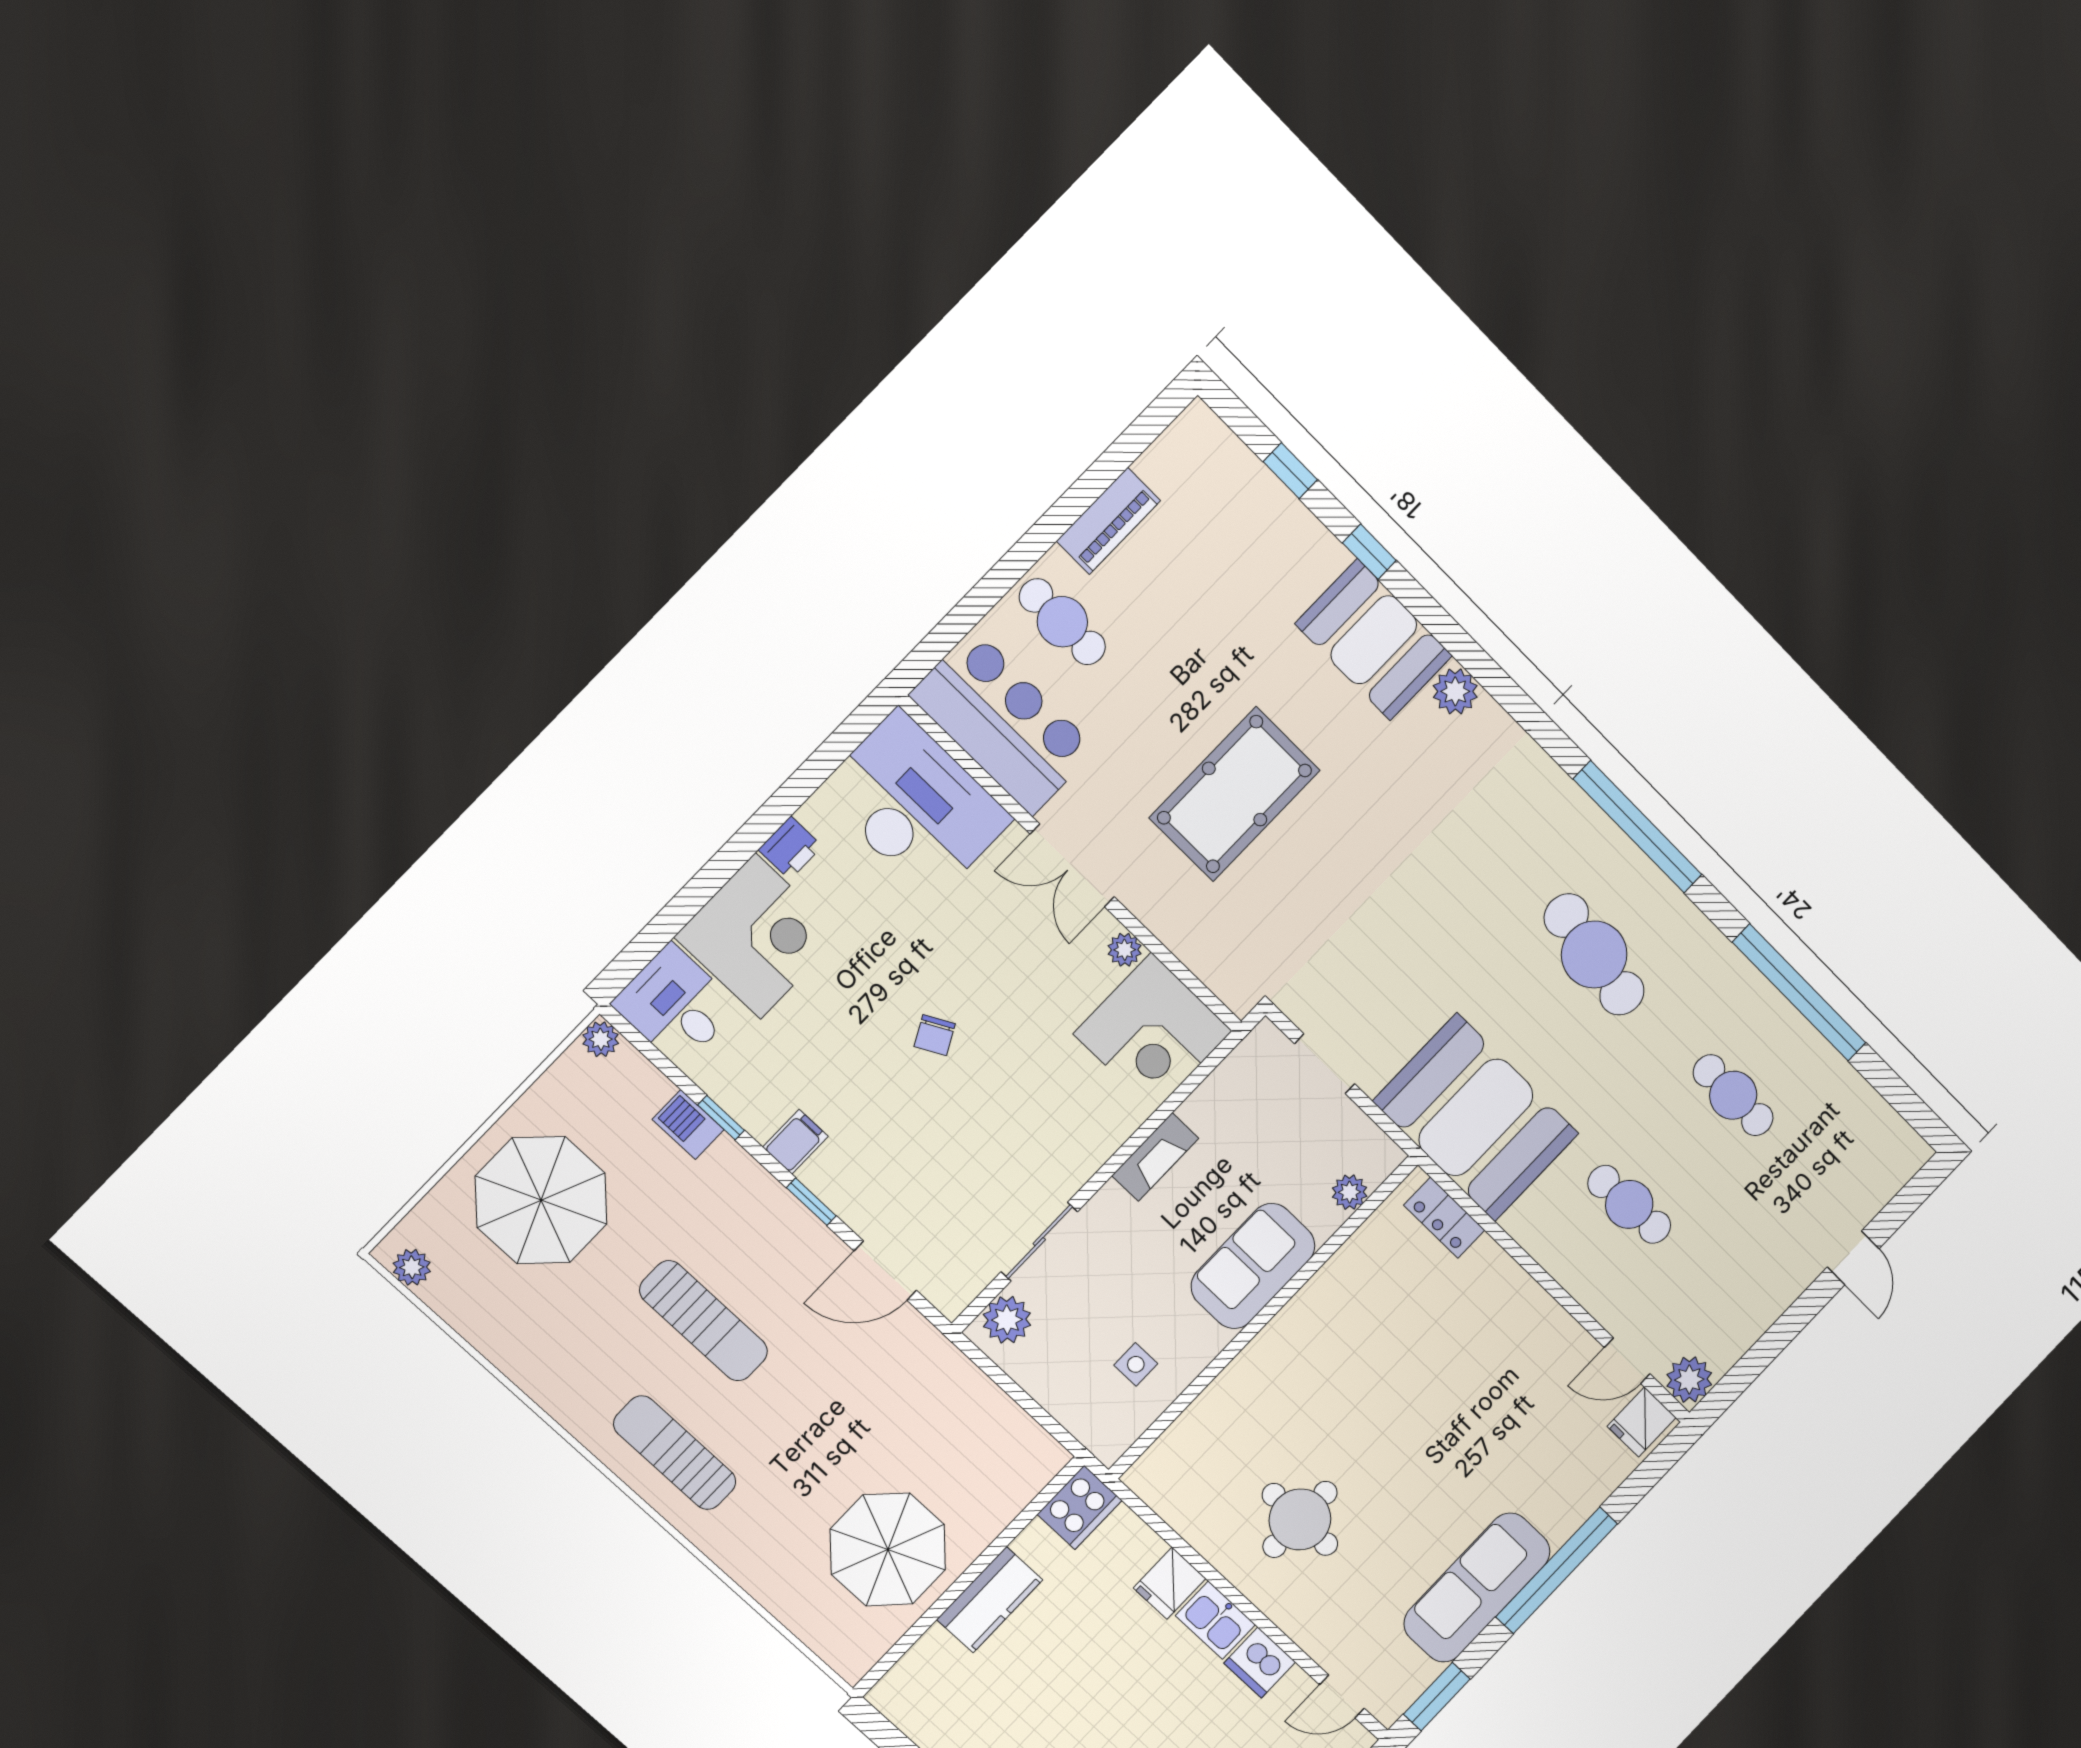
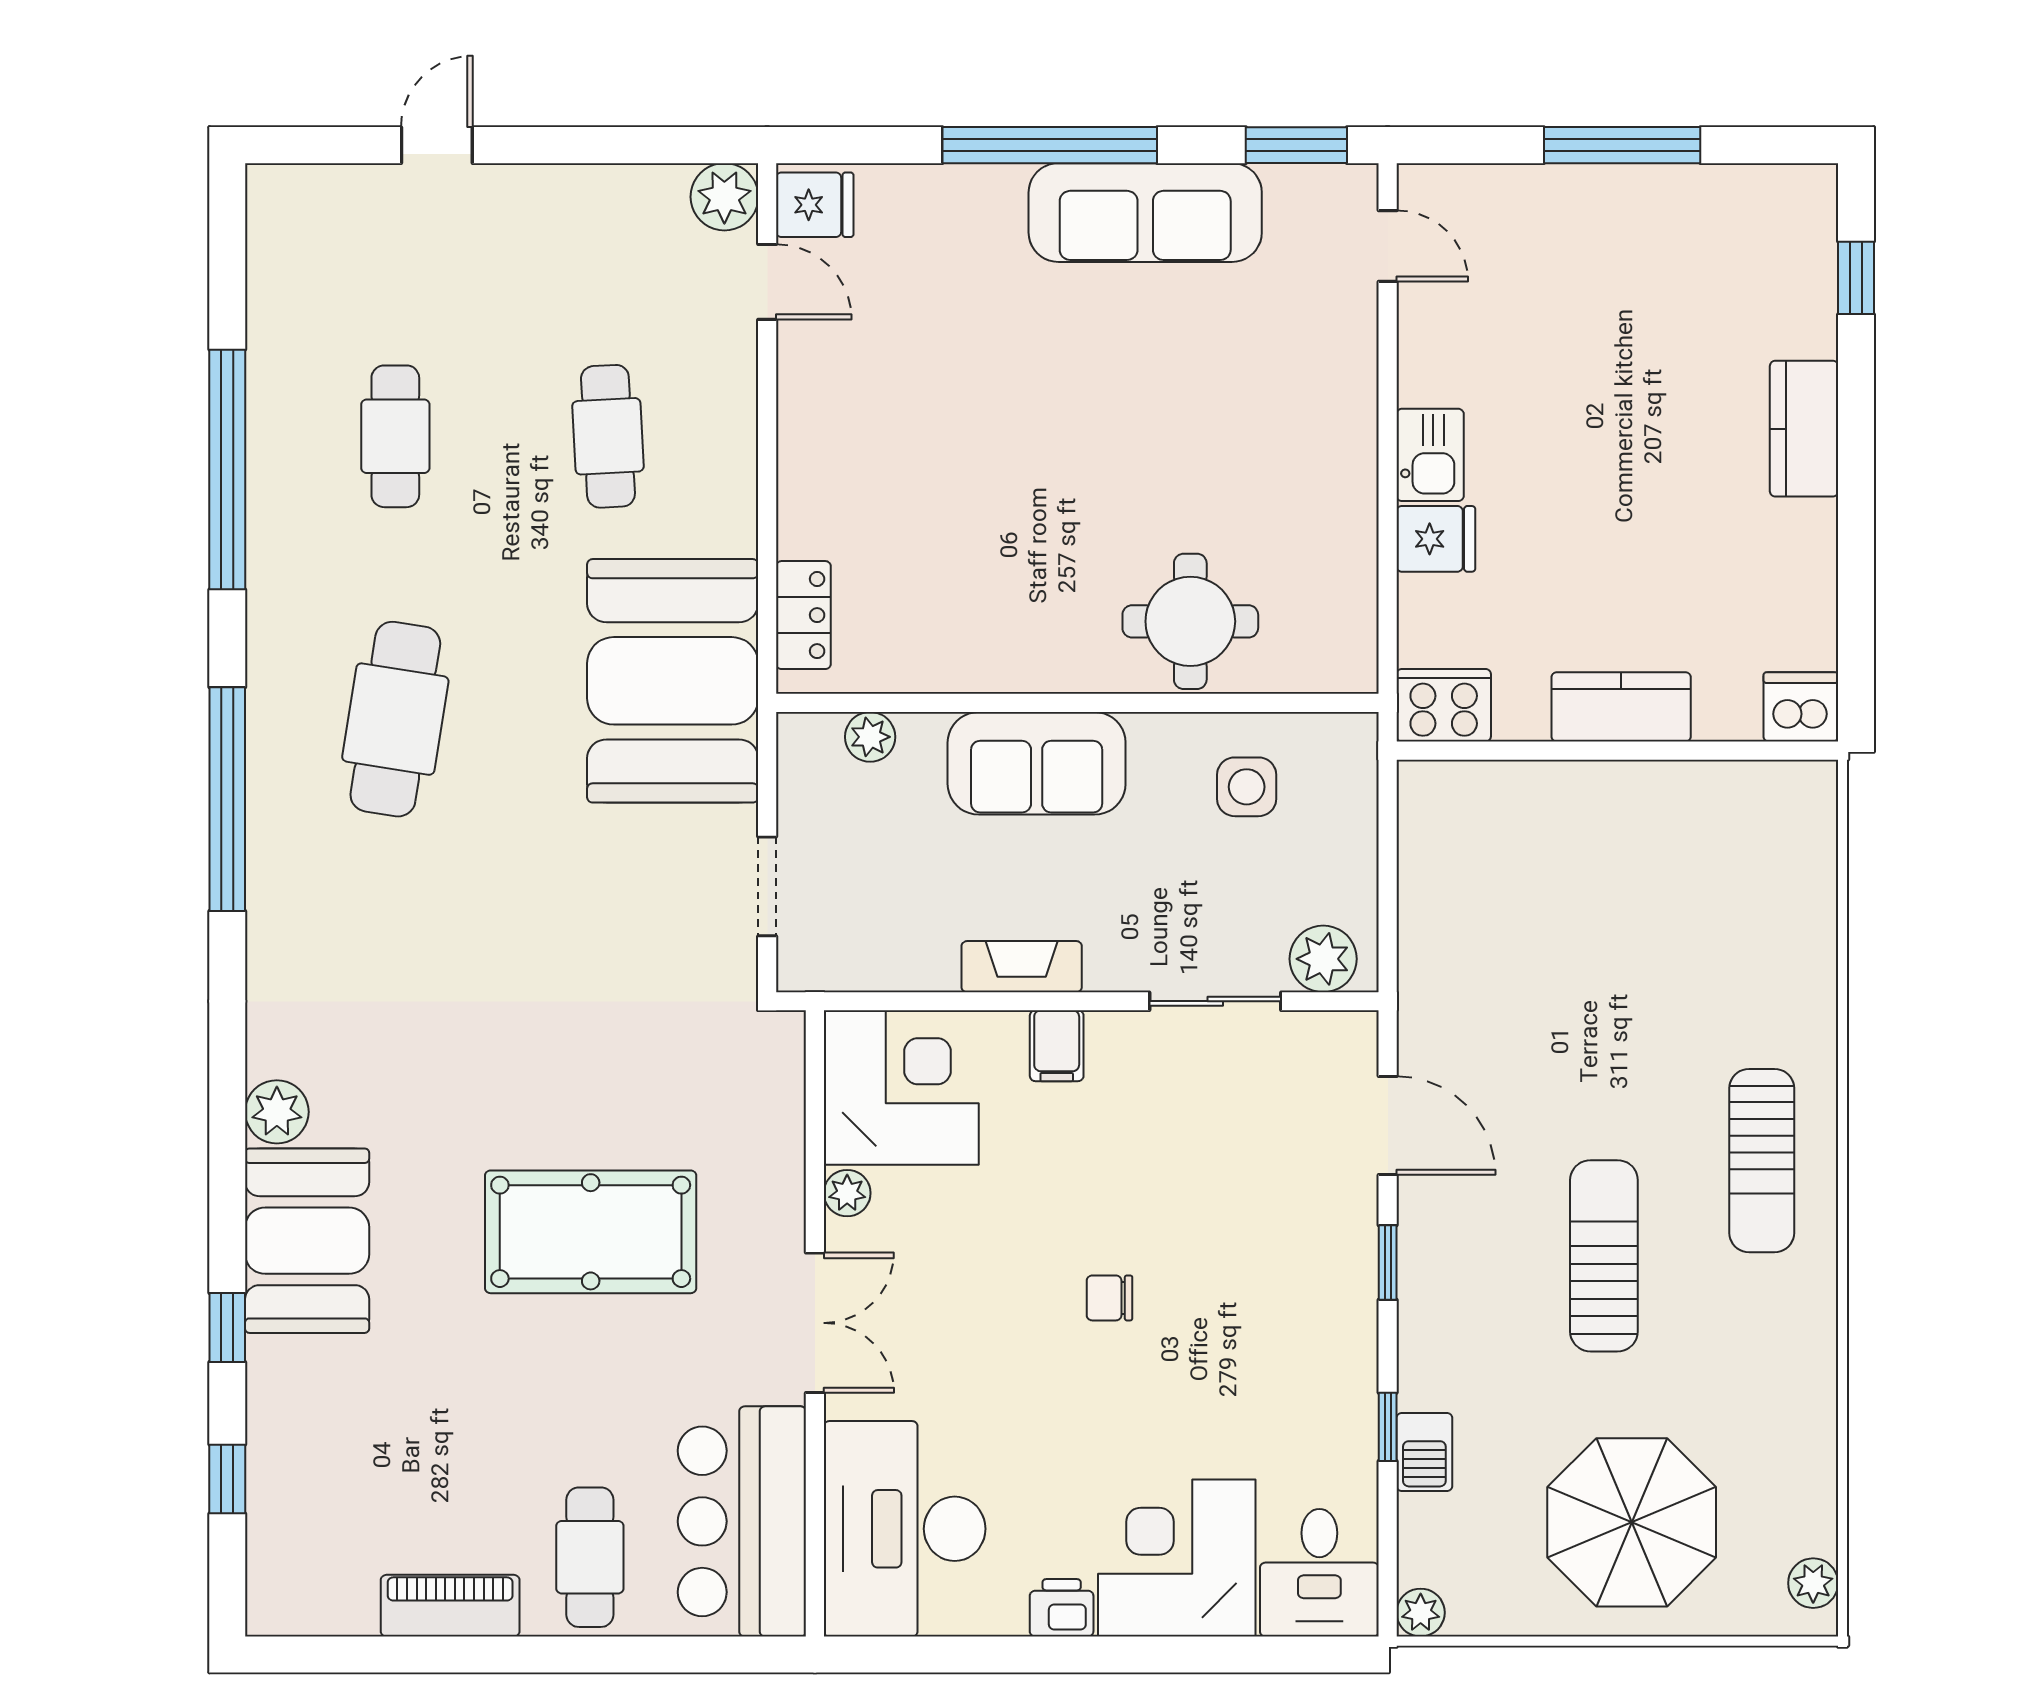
chair: (935, 1035) -> (1110, 1298), turned -152
filing cabinet: (795, 1142) -> (1057, 1046), moved, turned -90
side table: (1136, 1364) -> (1247, 787), width x1.37, depth x1.37
round table: (1300, 1519) -> (1190, 621), moved
parasol: (888, 1549) -> (1665, 858), removed
dishwasher: (1260, 1663) -> (1801, 707), moved, turned -90

